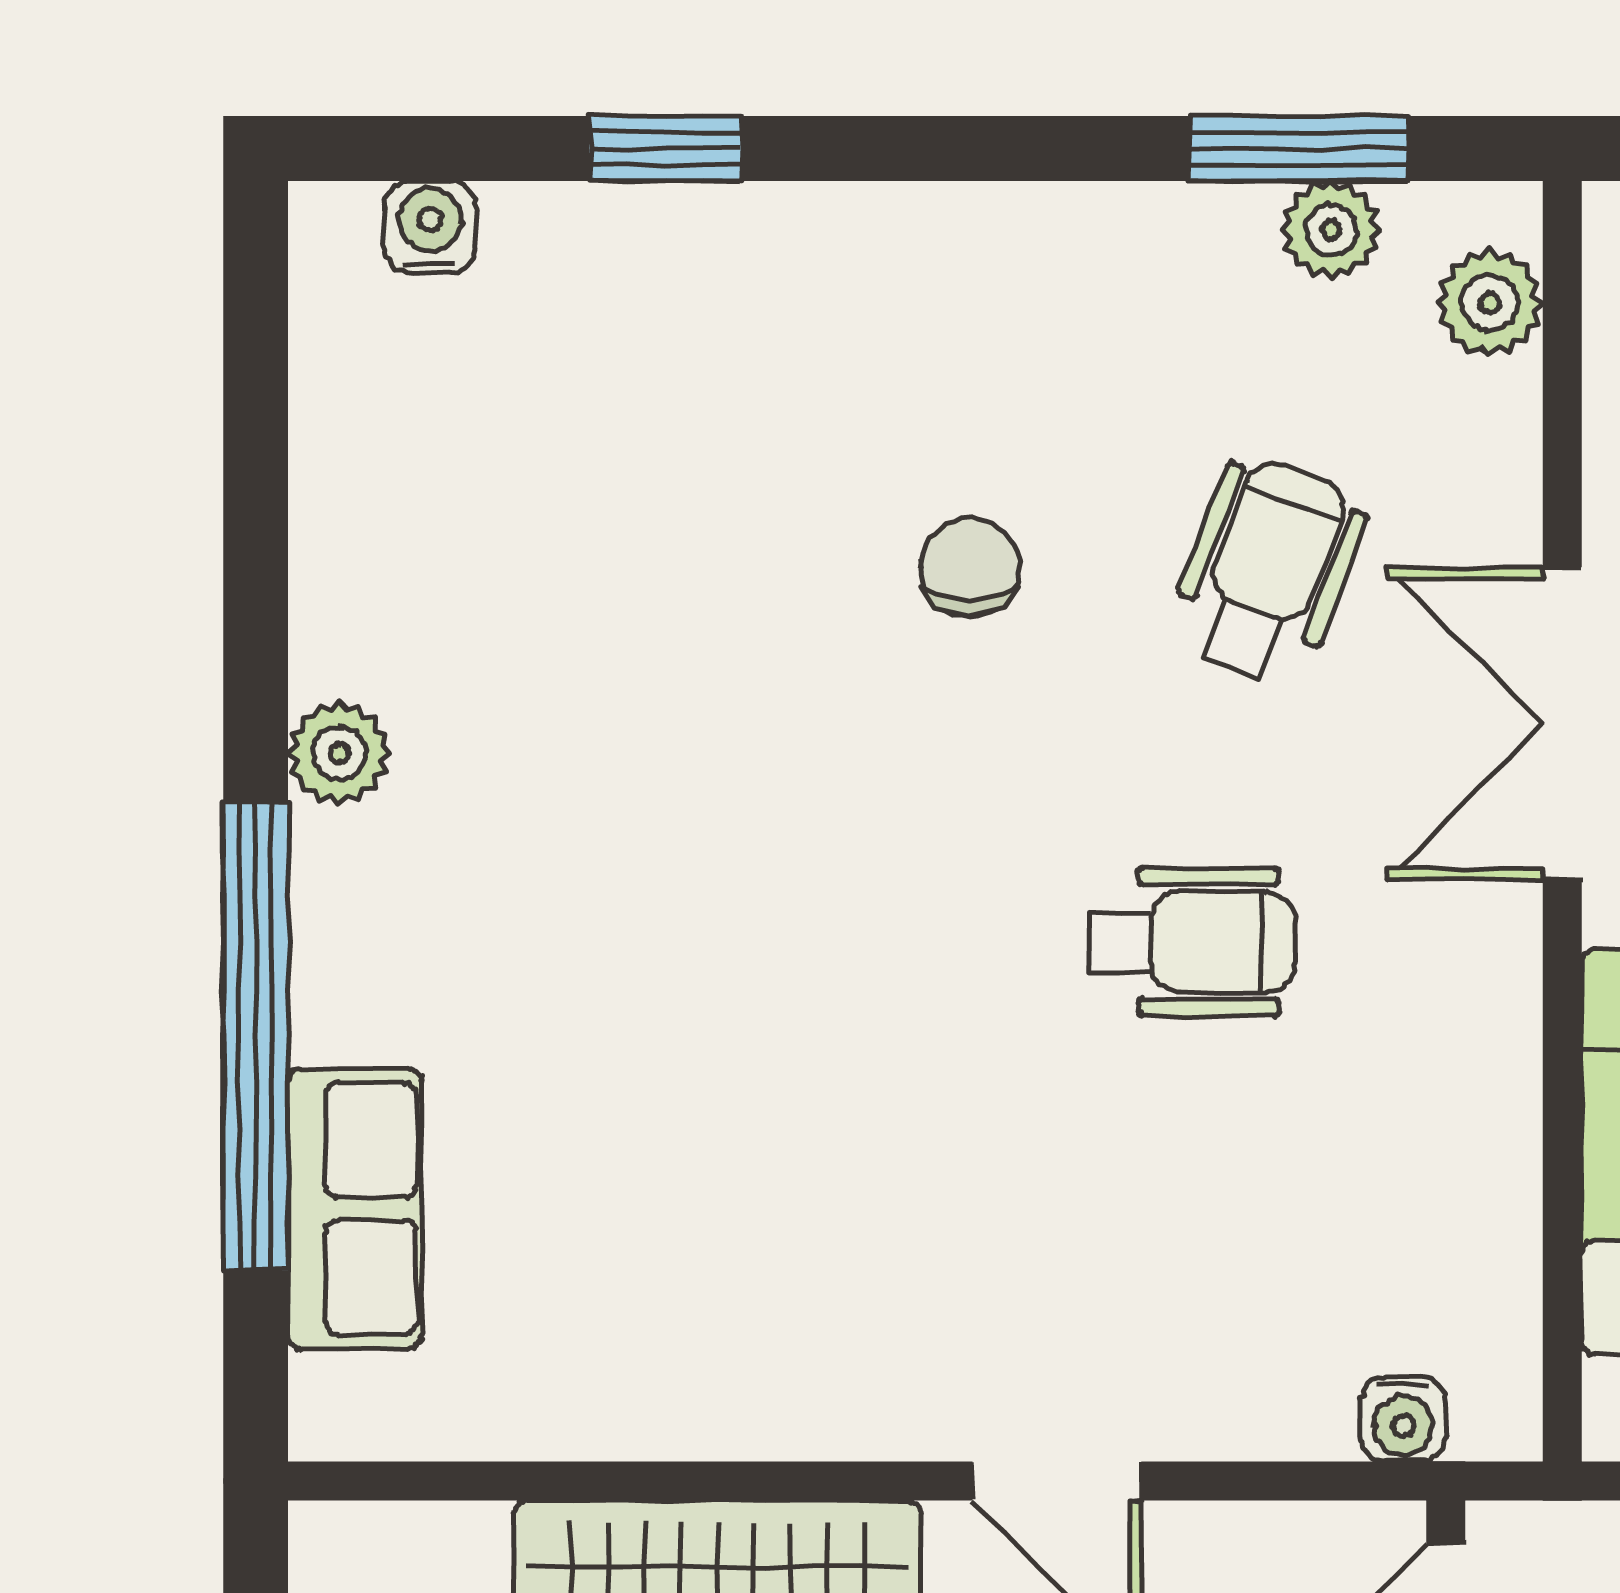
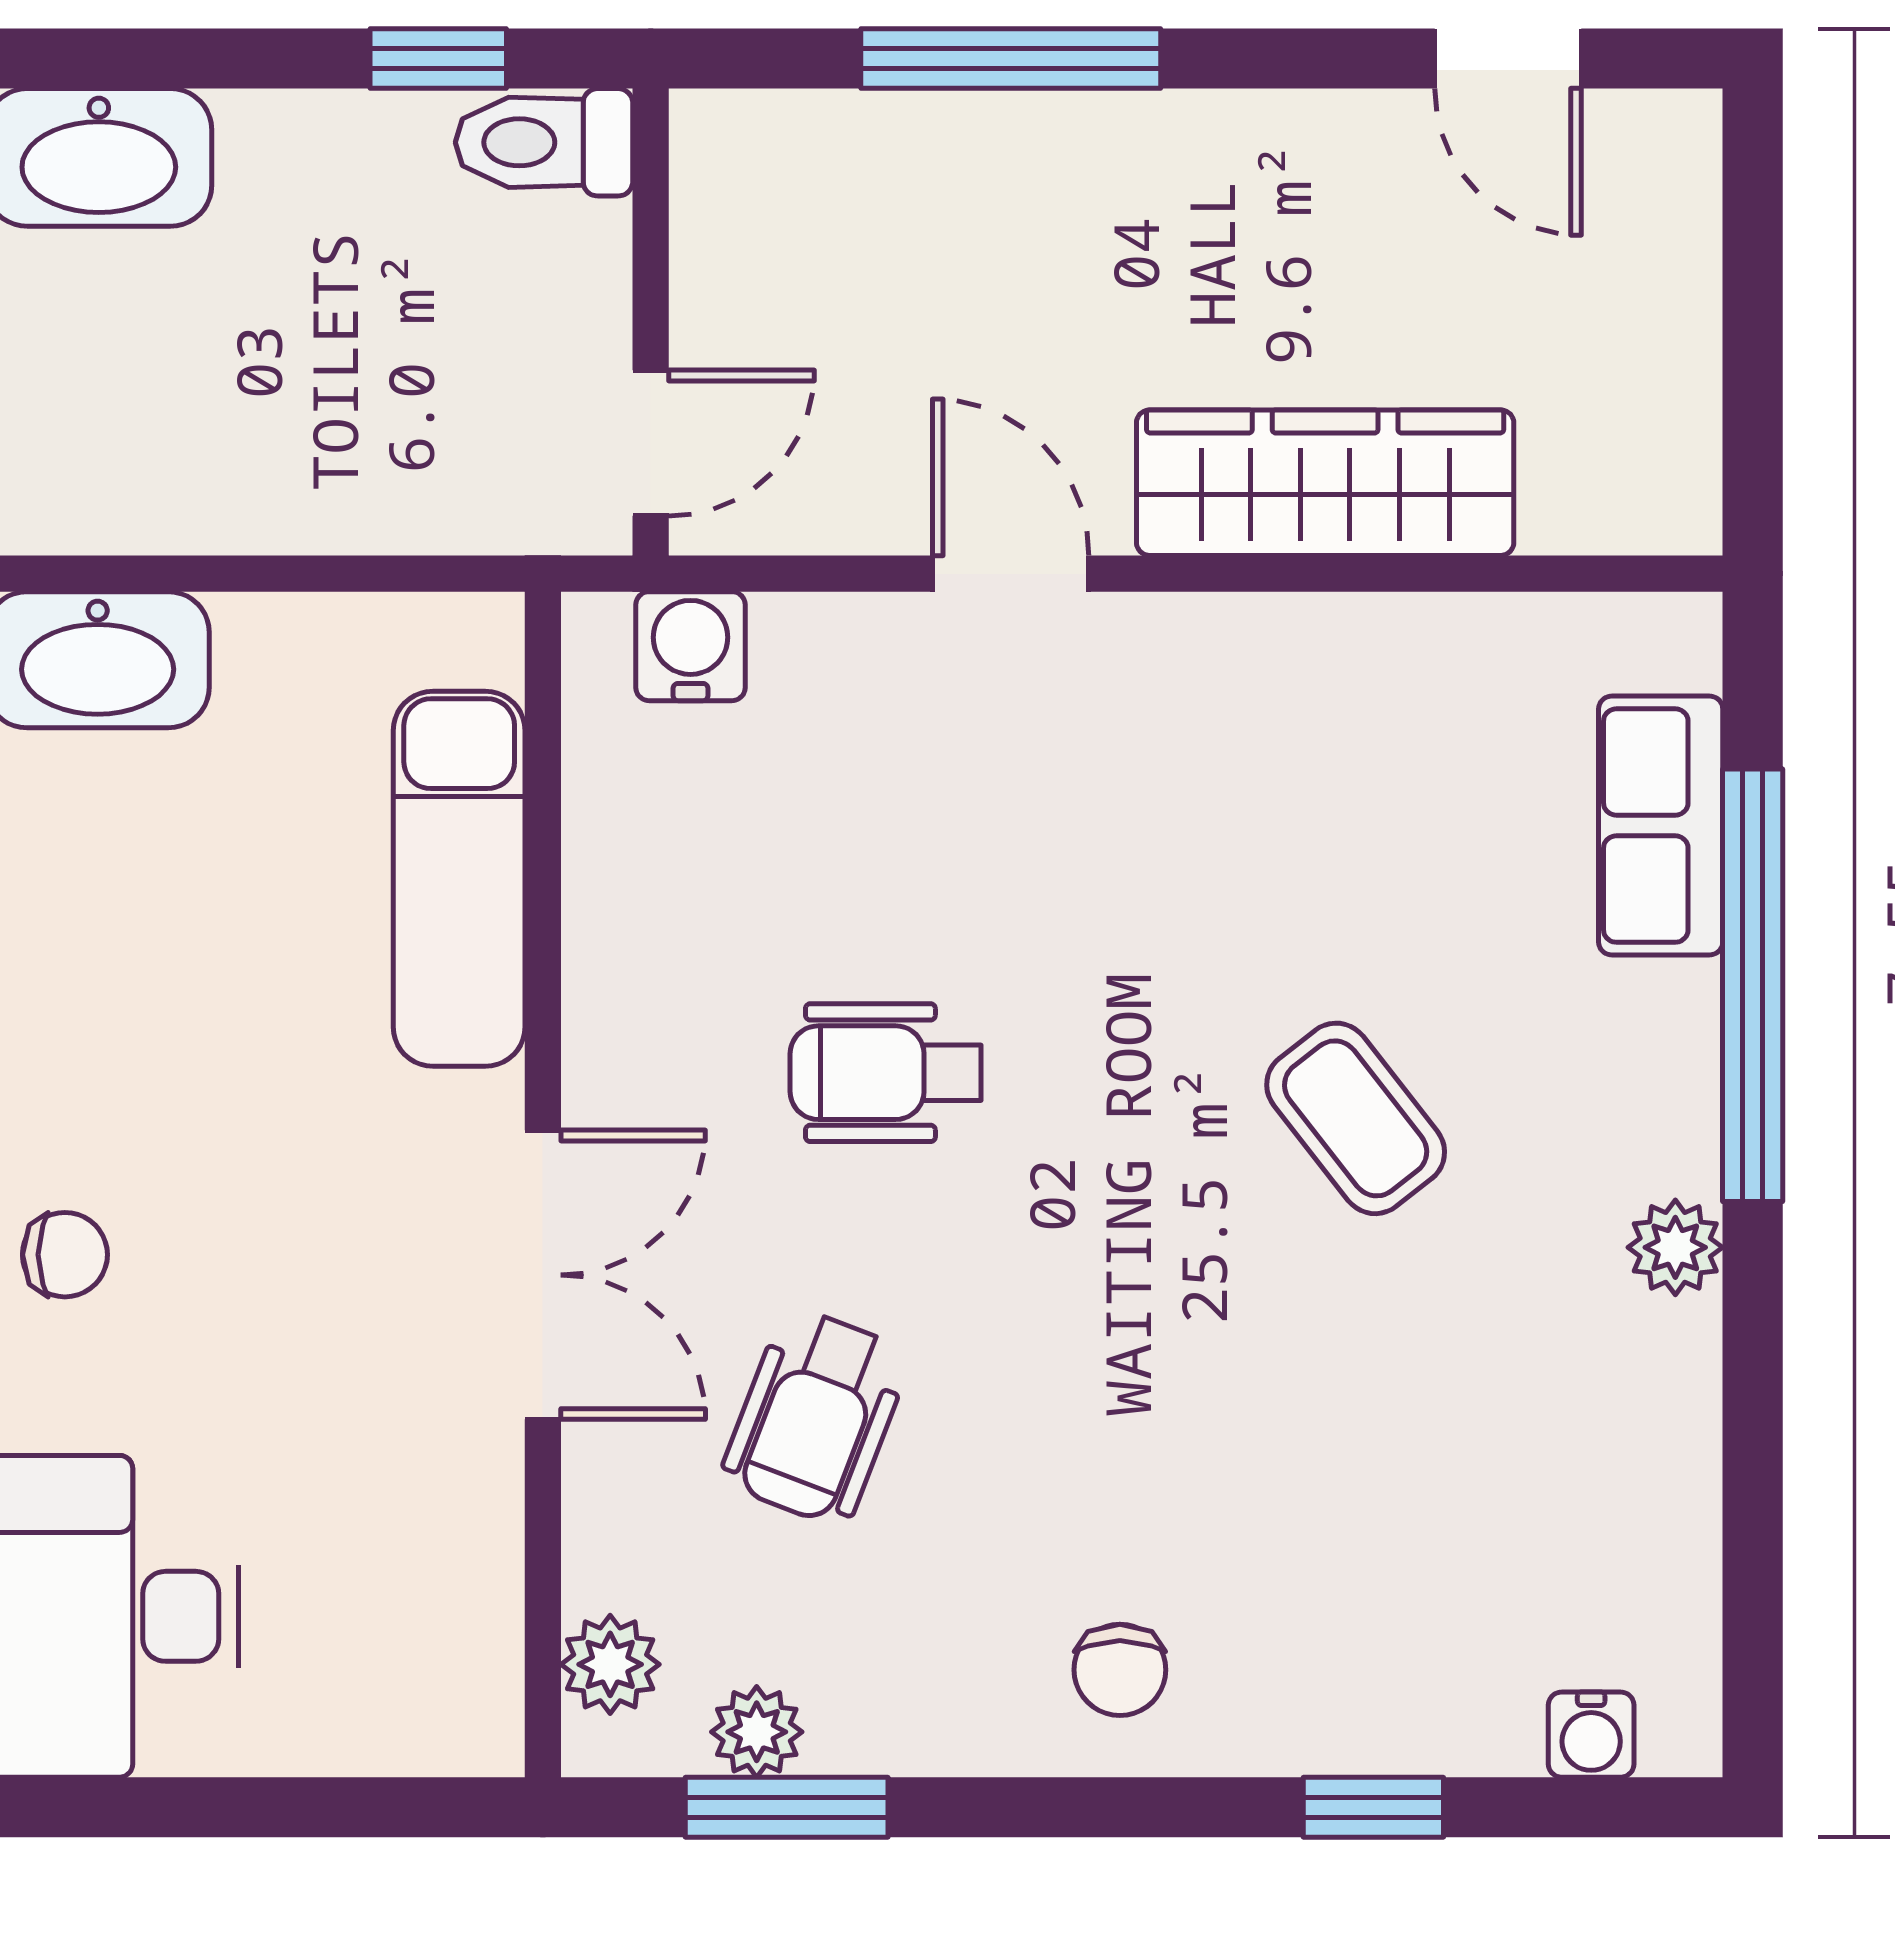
chair: (970, 568) -> (1120, 1670), moved
coffee table: (684, 892) -> (1356, 1118), added
water cooler: (1403, 1419) -> (690, 646), width x1.38, depth x1.38

